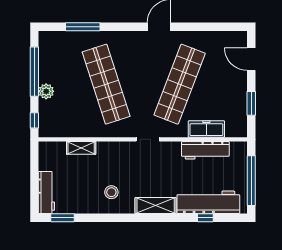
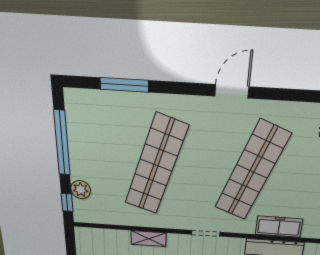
shop shelf: (106, 84) -> (156, 165), turned 36
plant: (46, 91) -> (81, 190), moved
shelving: (81, 148) -> (149, 239), moved

